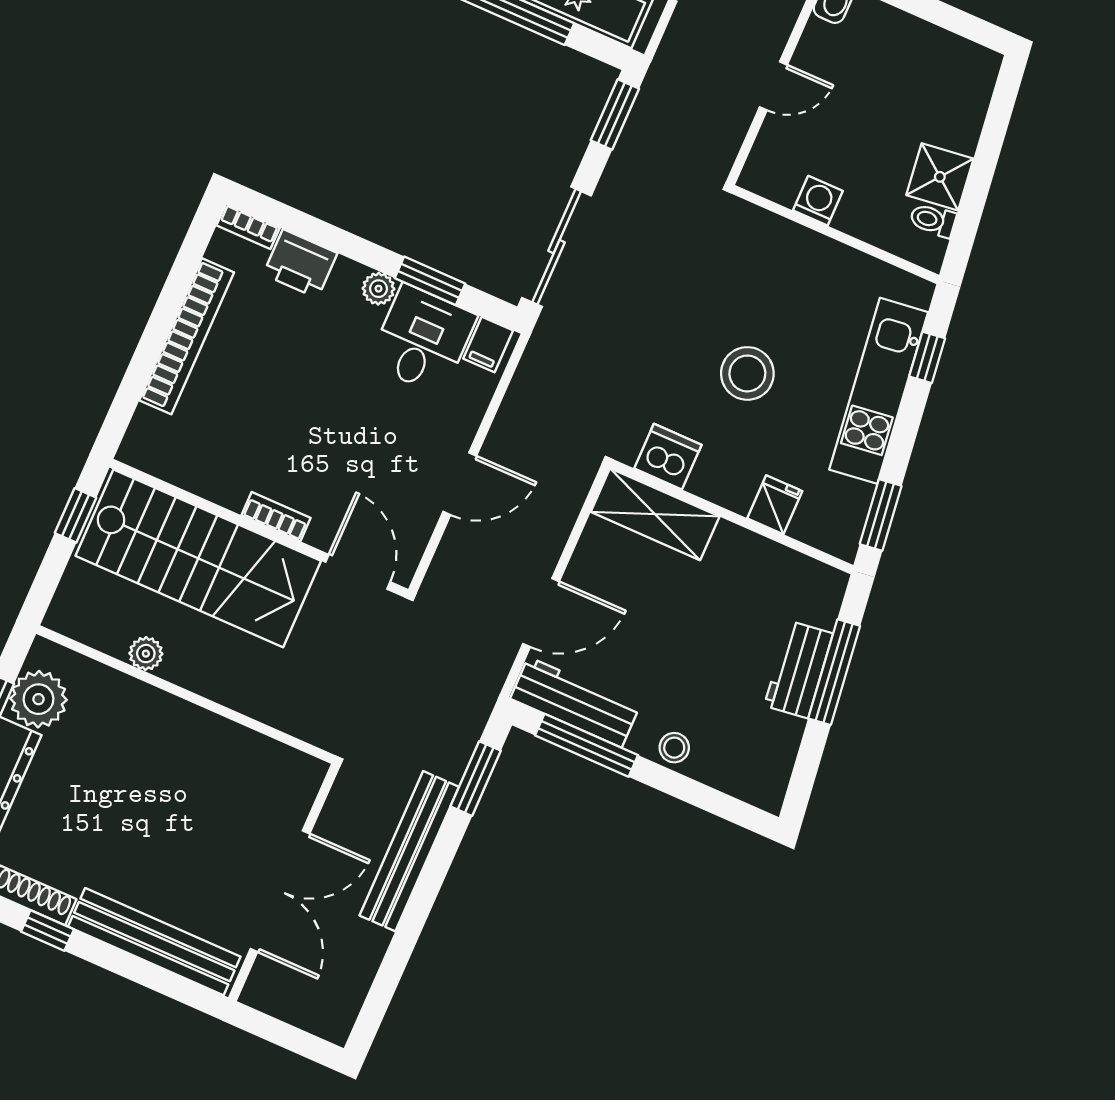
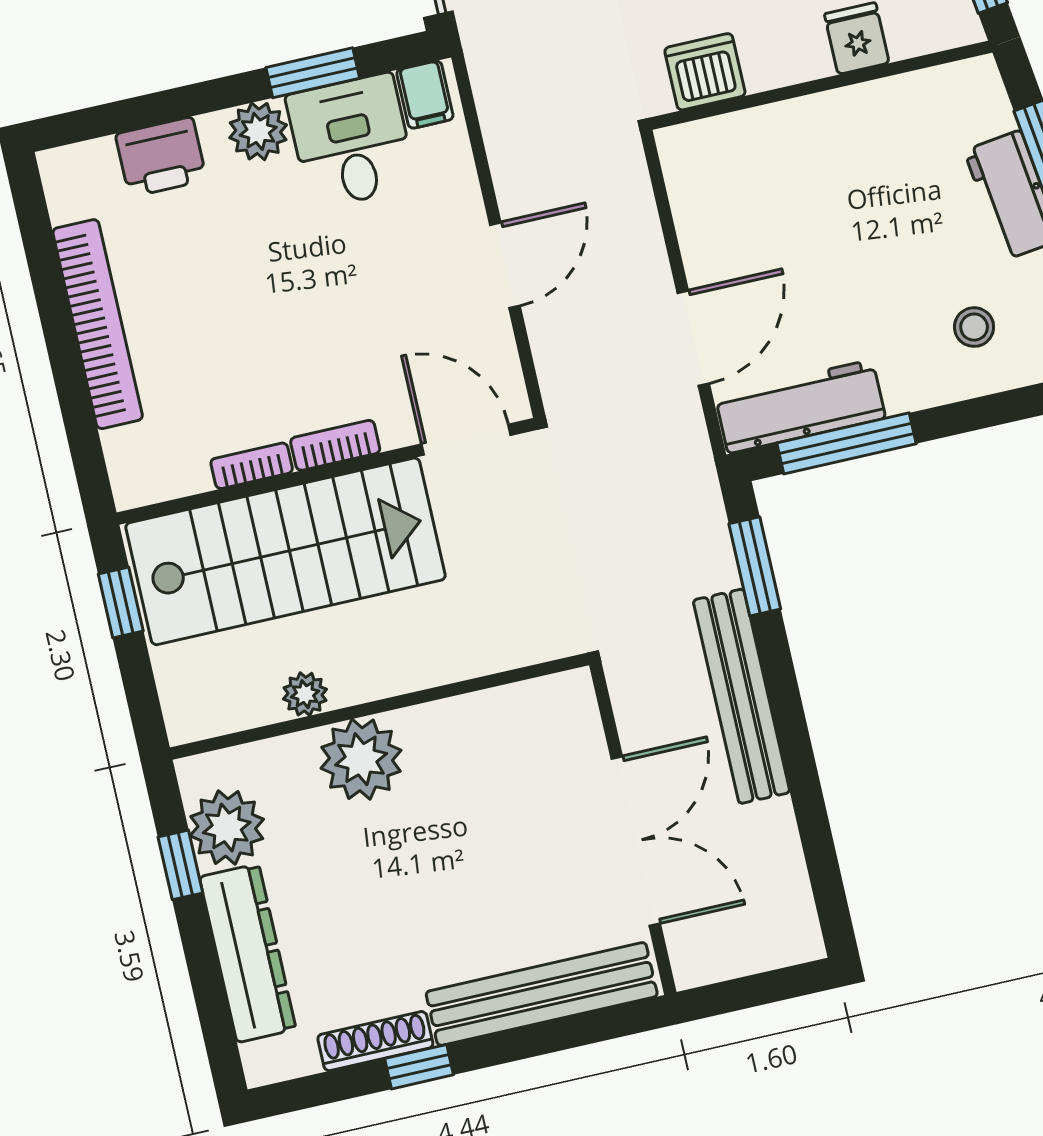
bookcase: (248, 226) -> (252, 466), moved, turned 180
plant: (379, 289) -> (258, 131), width x1.38, depth x1.38
shelving: (655, 514) -> (737, 143), removed
plant: (150, 718) -> (361, 759), added
stool: (674, 748) -> (974, 327), moved

